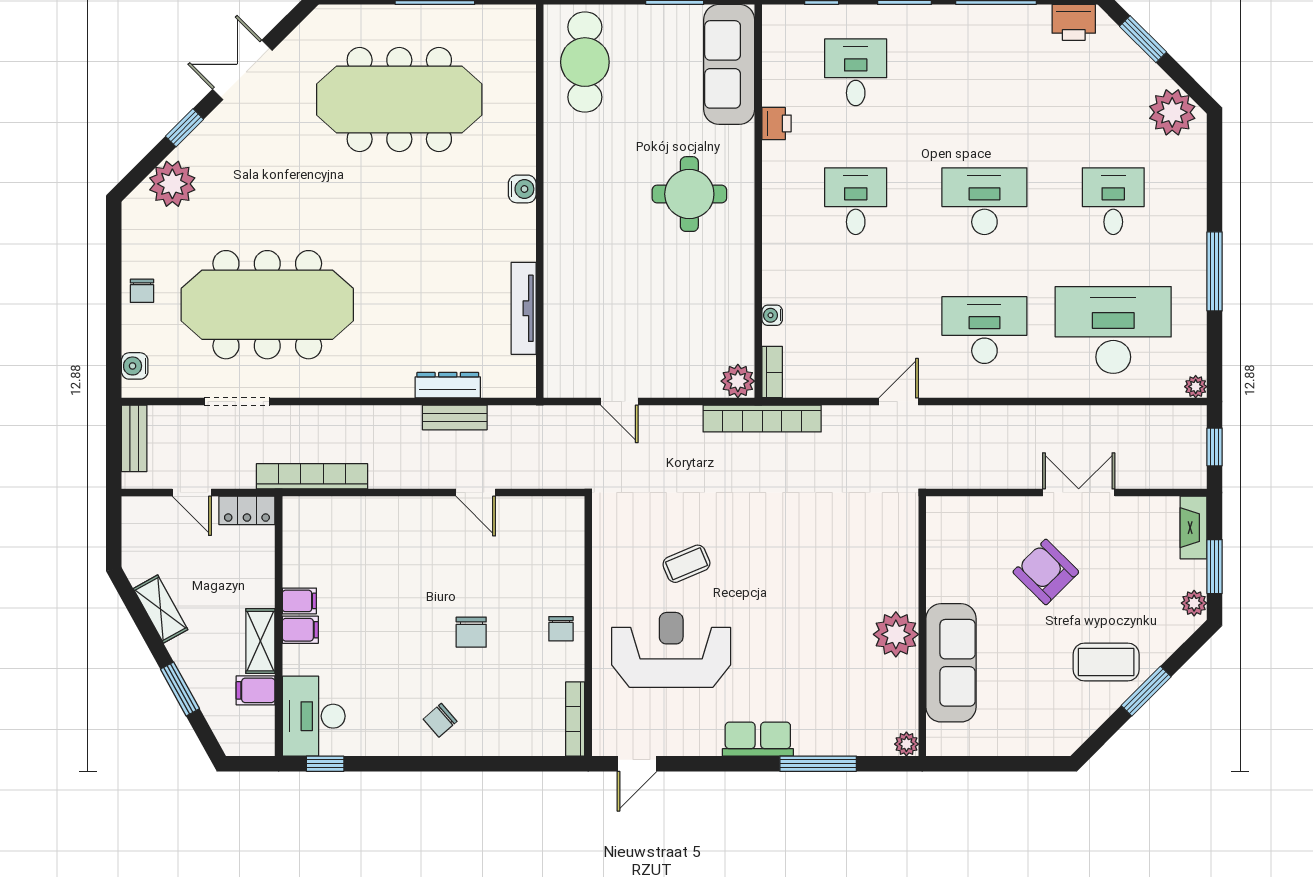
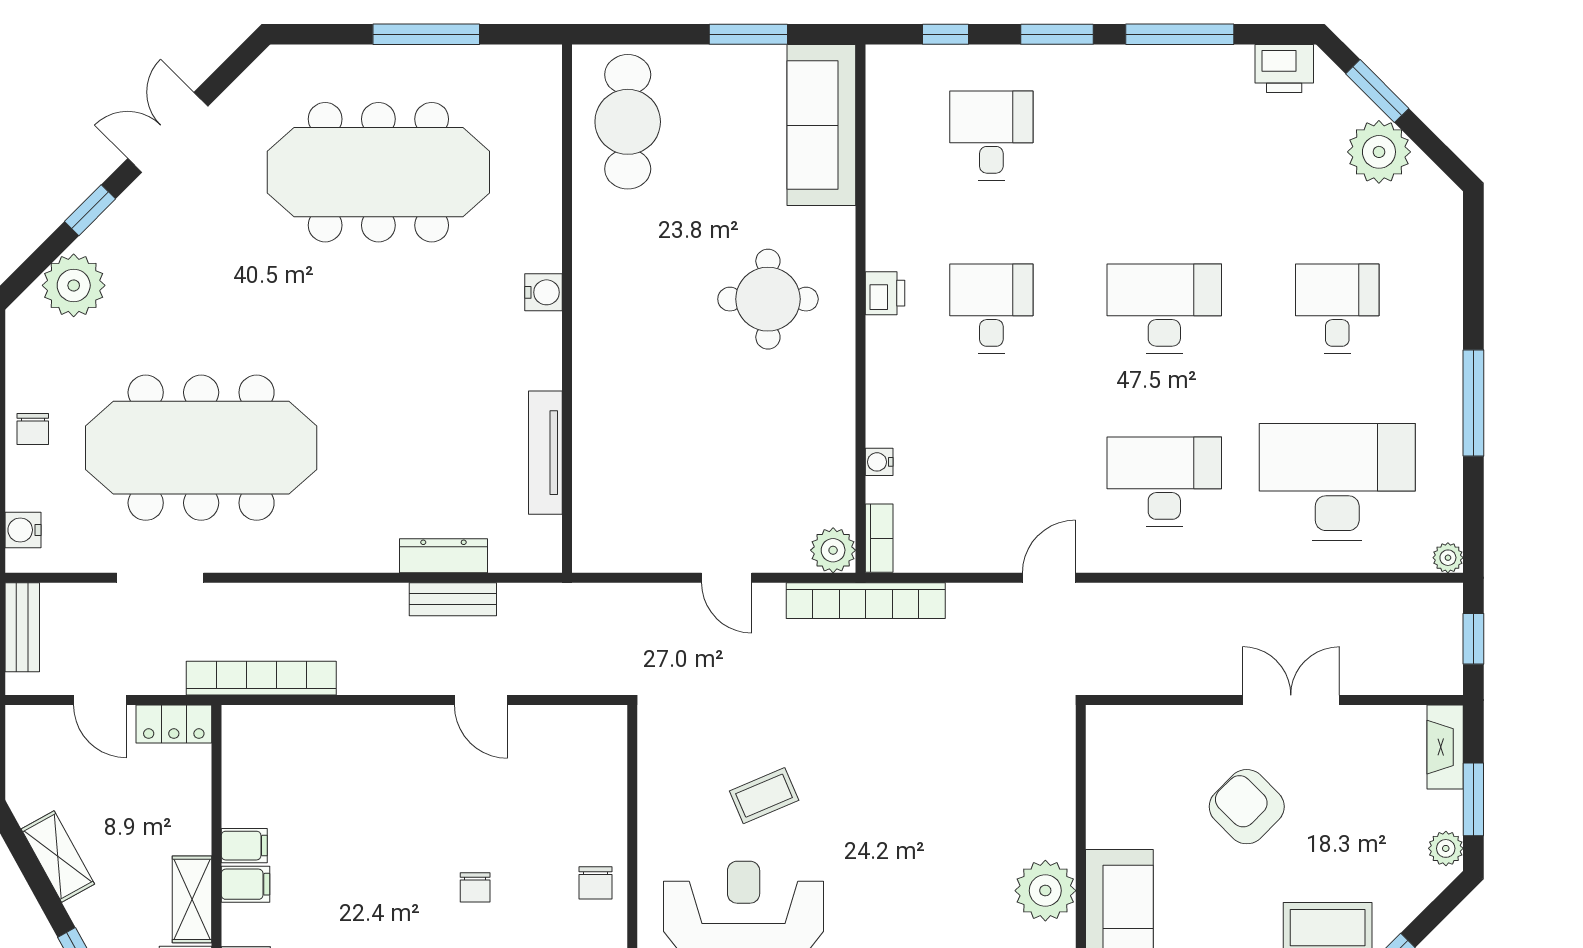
plant: (1172, 112) -> (1379, 152), moved
printer: (777, 123) -> (885, 293), moved
door: (619, 402) -> (727, 578), moved
chair: (471, 632) -> (475, 887), width x0.73, depth x0.73

